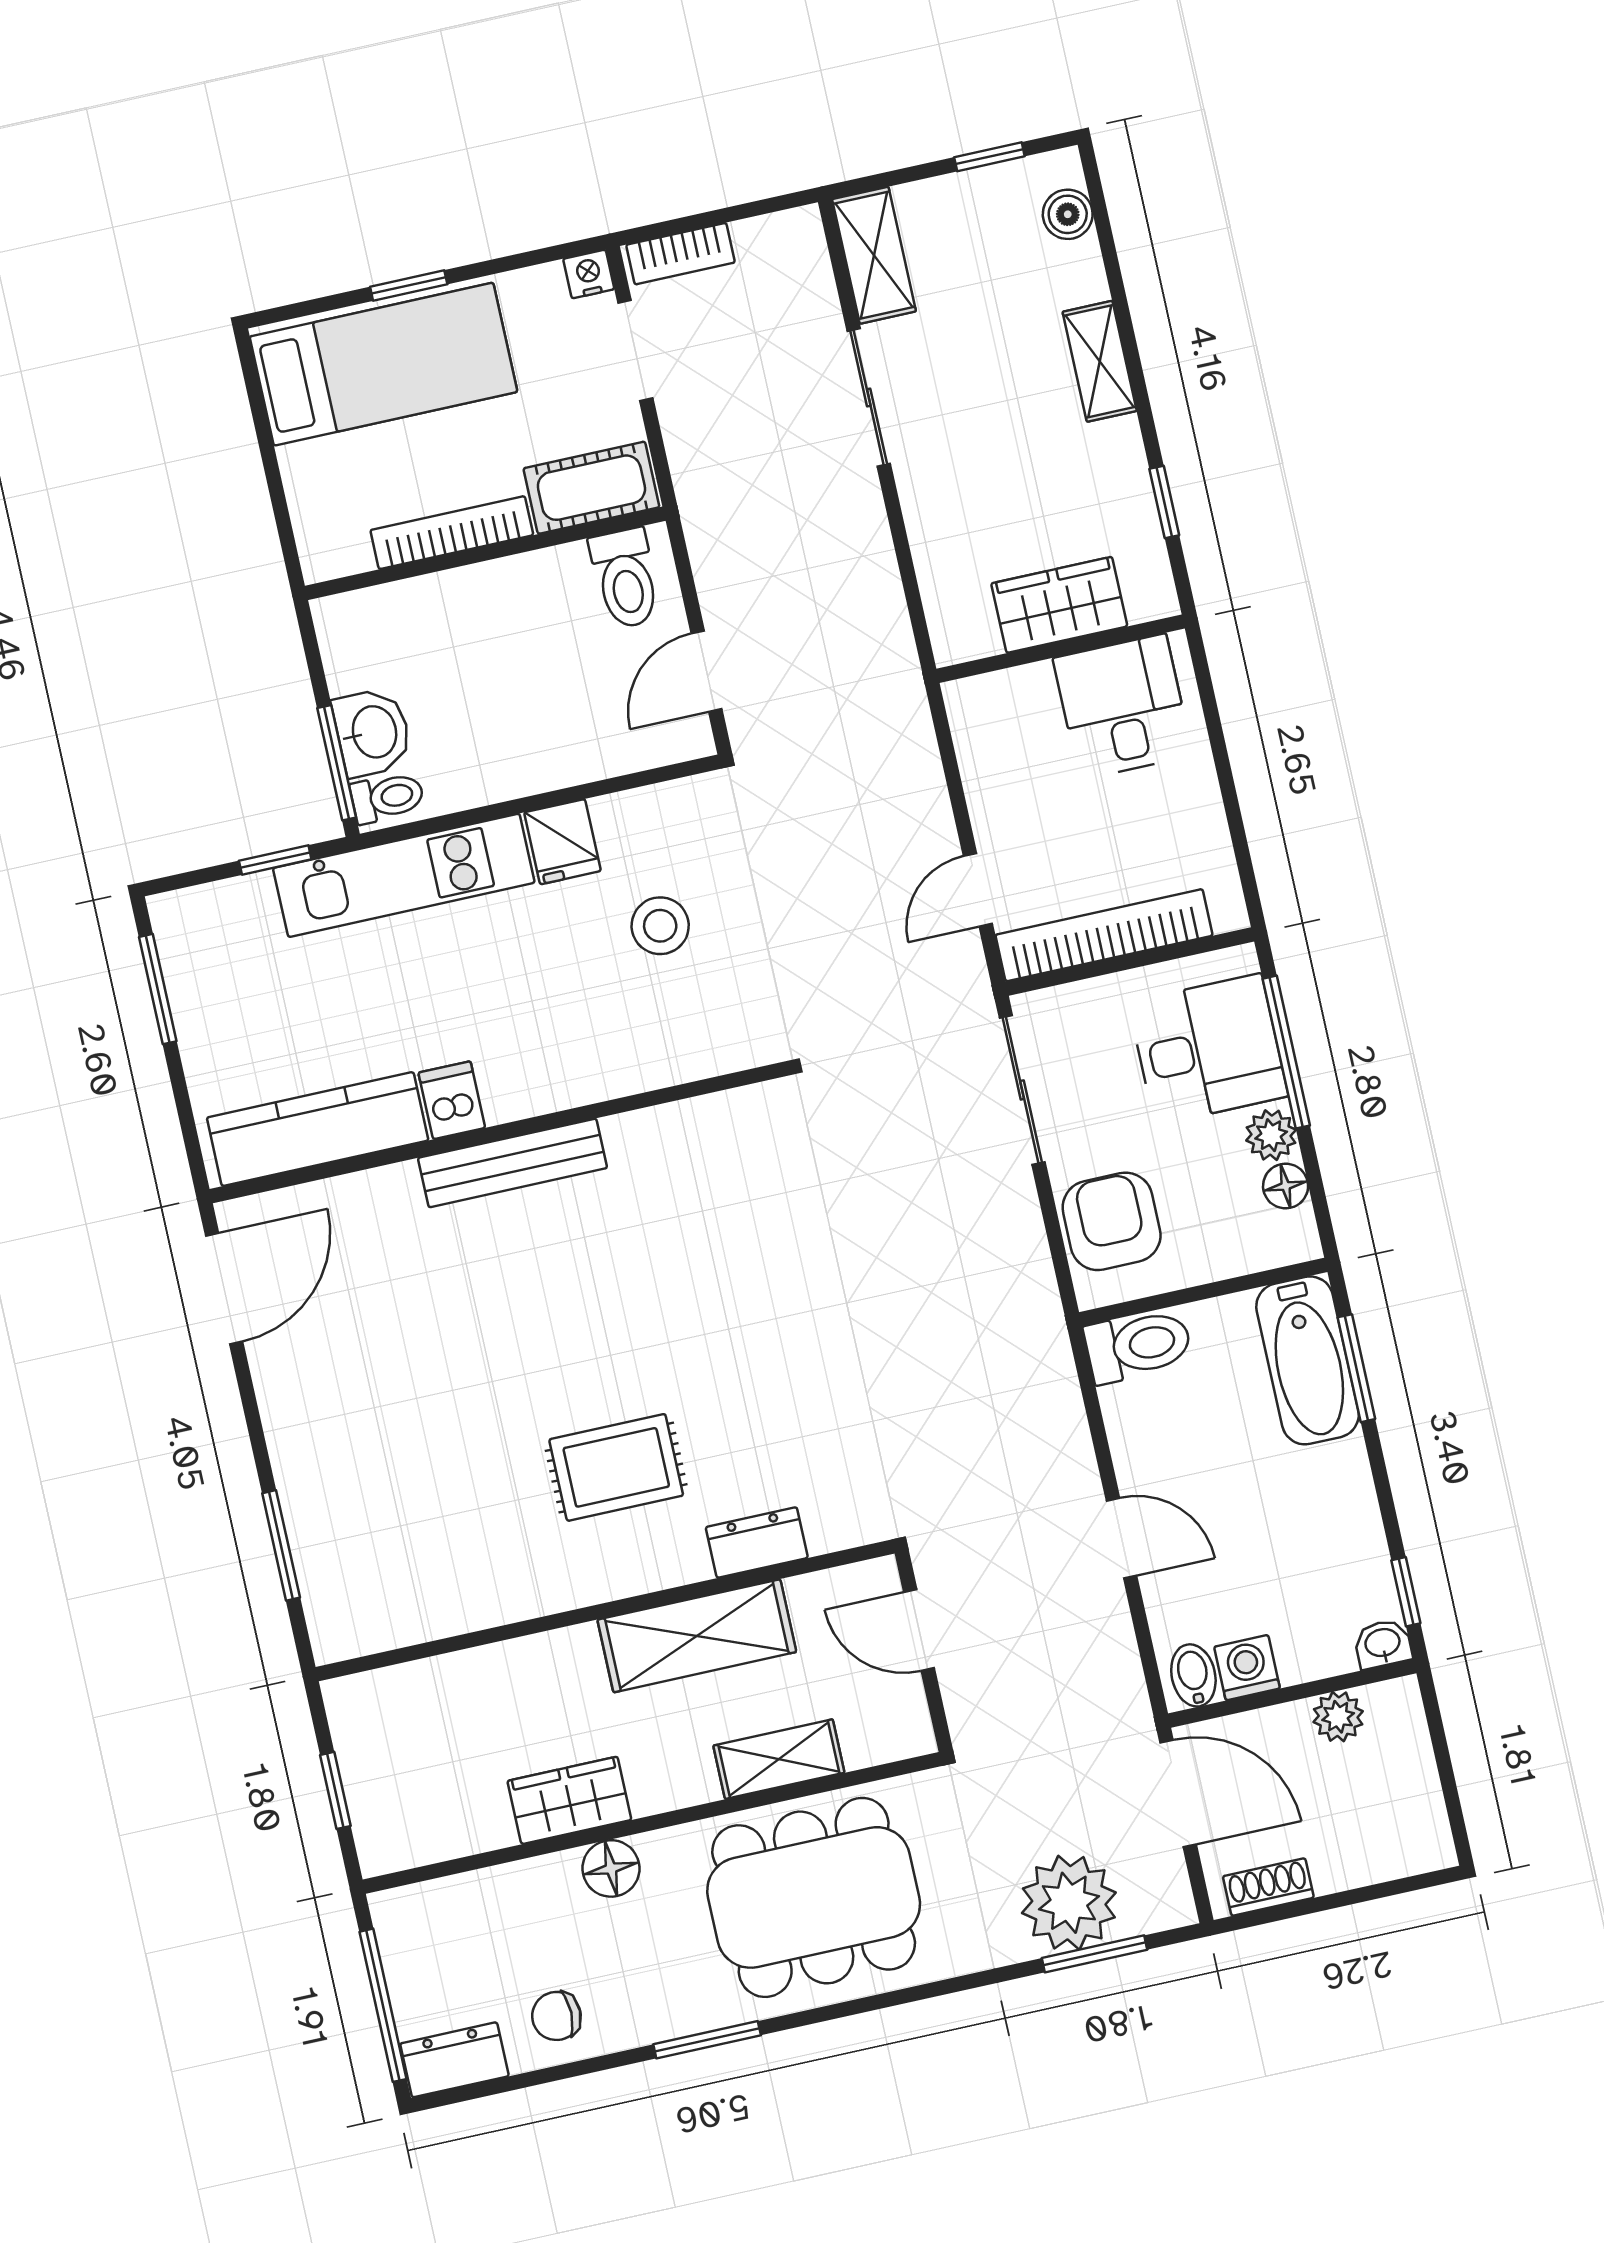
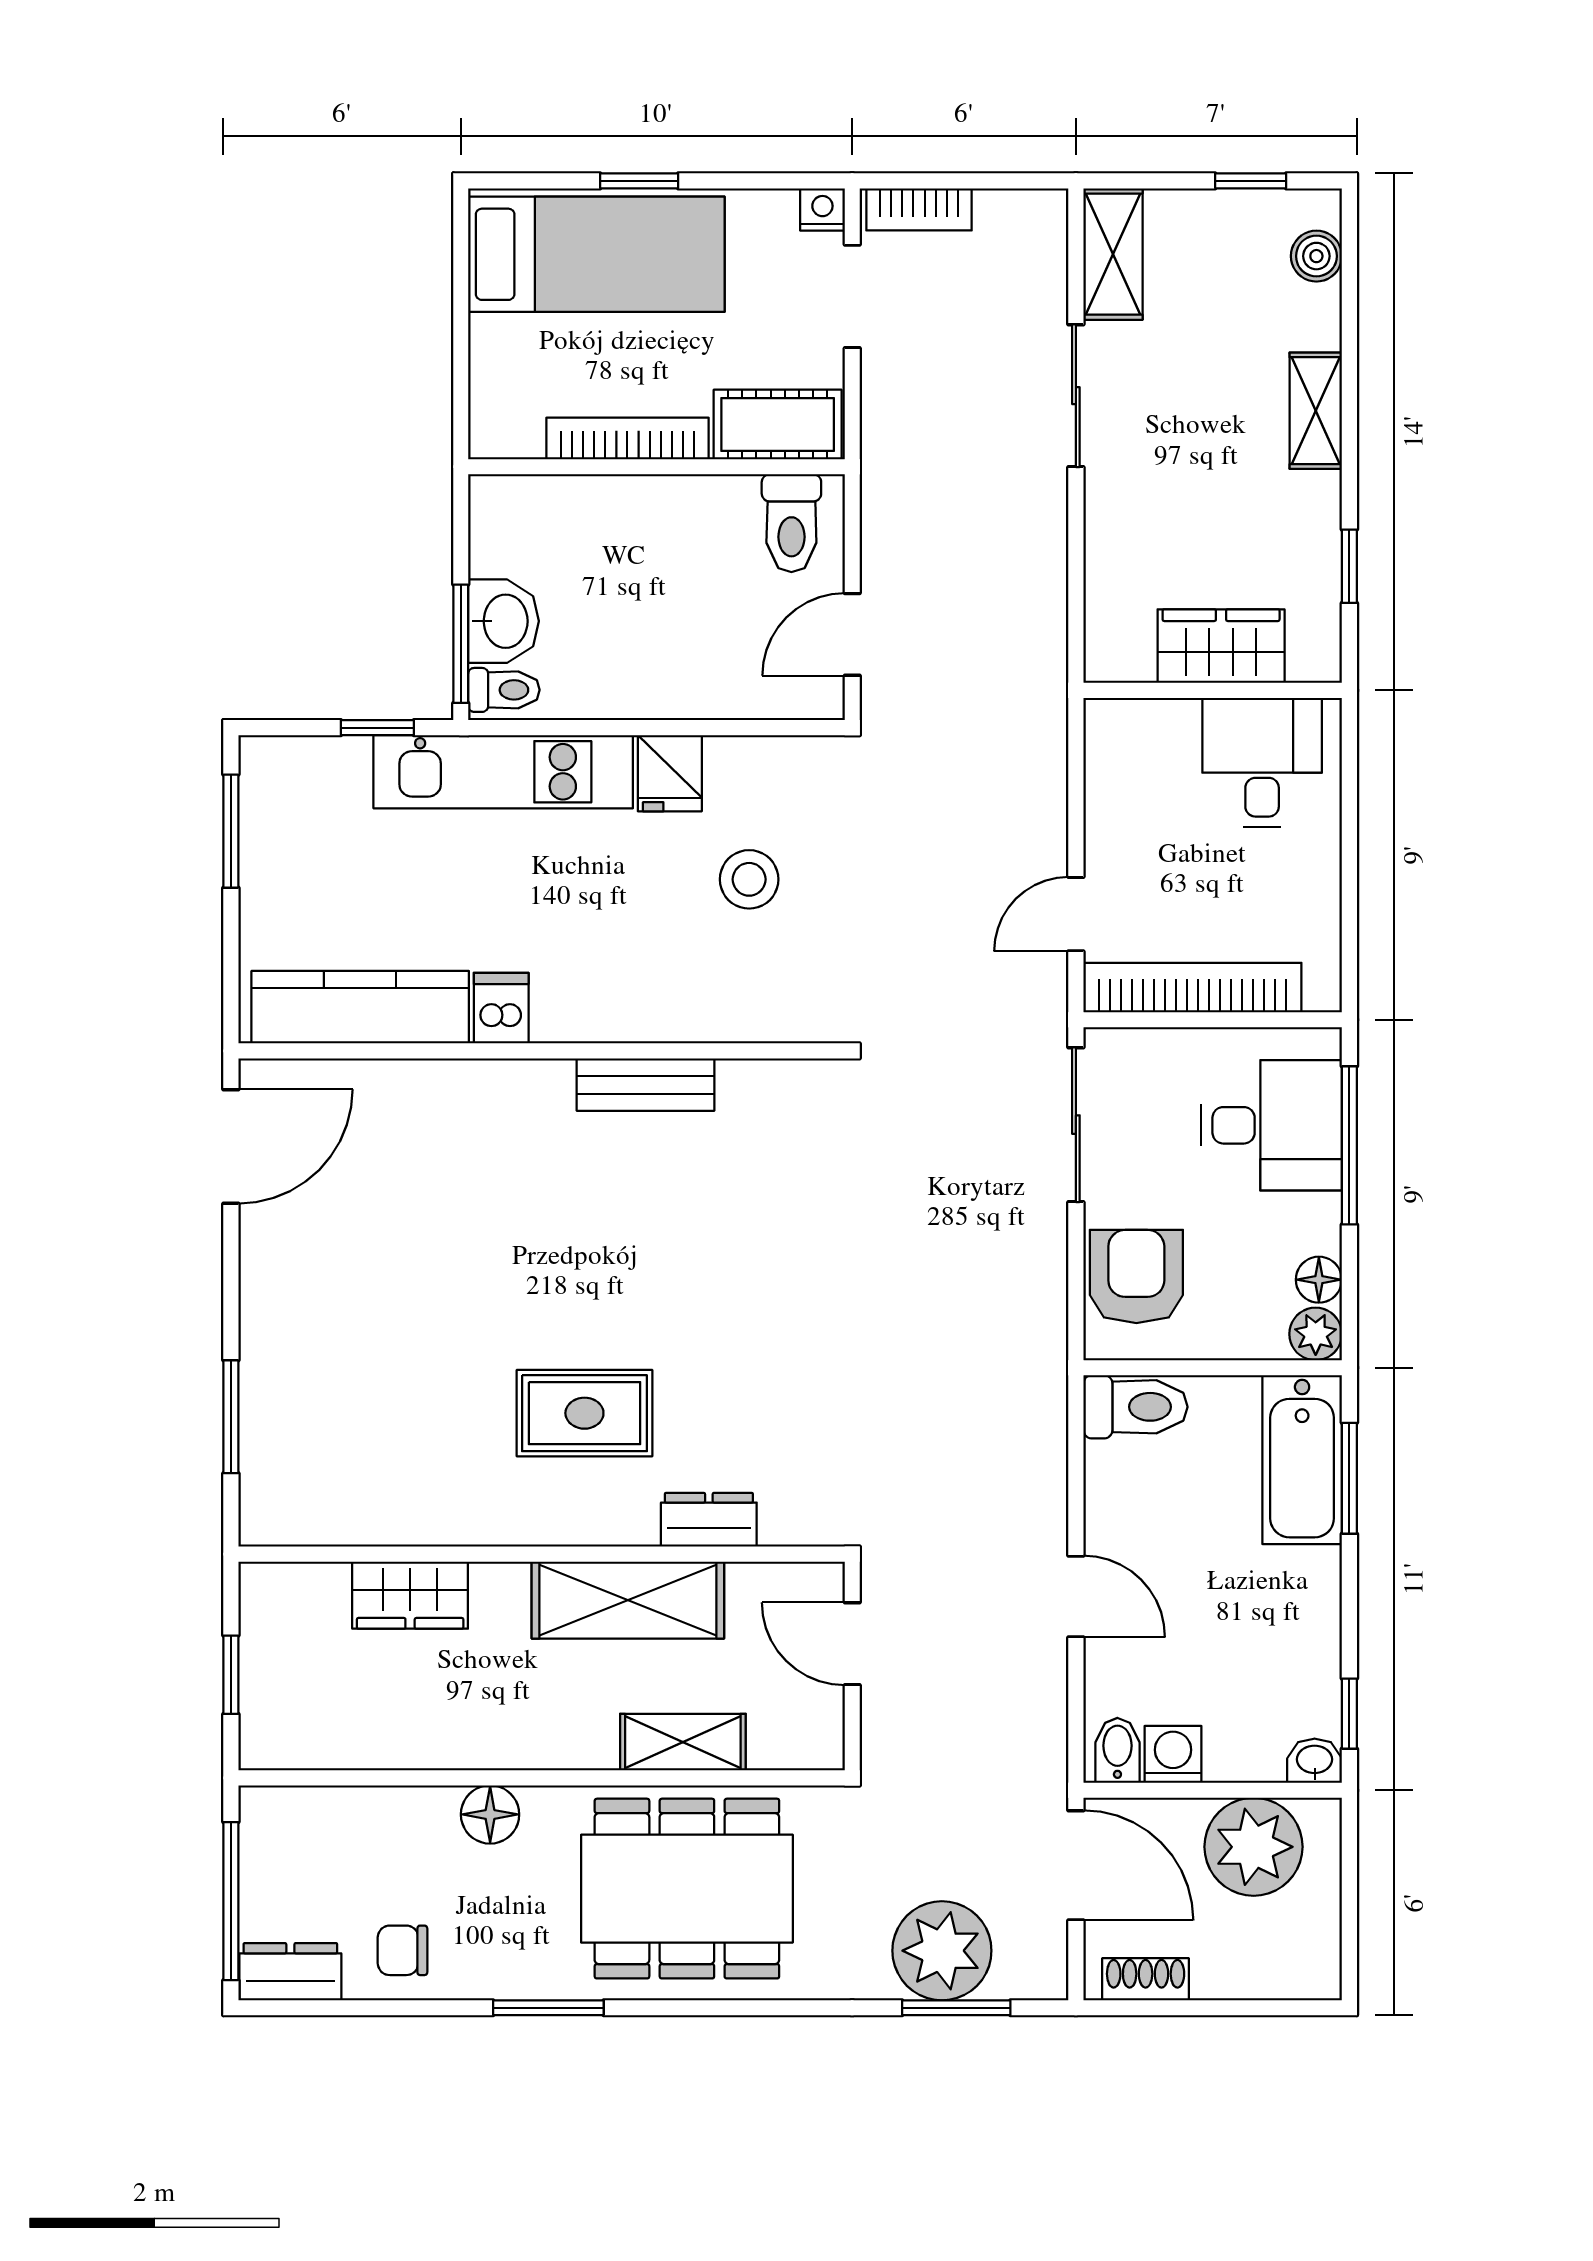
plant: (1271, 1135) -> (1316, 1334), moved
bench: (512, 1163) -> (645, 1085), moved, width x0.73
plant: (1338, 1717) -> (1254, 1847), width x1.87, depth x1.87
wardrobe: (569, 1800) -> (410, 1595), moved, turned 180

